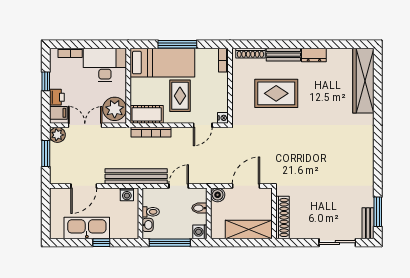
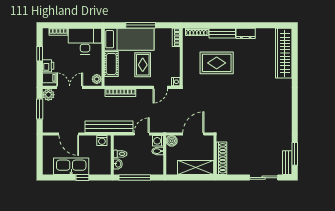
plant: (115, 109) -> (97, 79), width x0.53, depth x0.53
cot: (147, 114) -> (111, 64), moved, turned 90
door: (84, 186) -> (69, 134), hinge flipped
washing machine: (200, 232) -> (158, 141), moved

